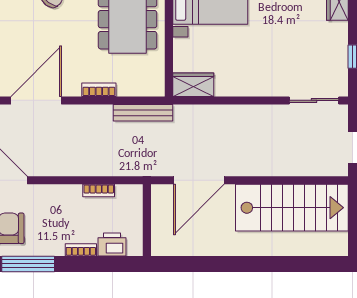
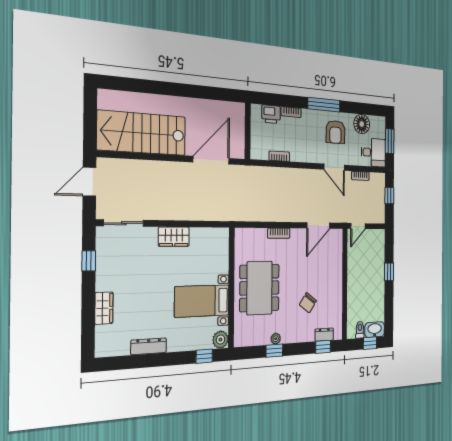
wardrobe: (193, 85) -> (174, 237), moved
door: (36, 100) -> (318, 226), width x0.73
bench: (143, 113) -> (250, 215), removed

